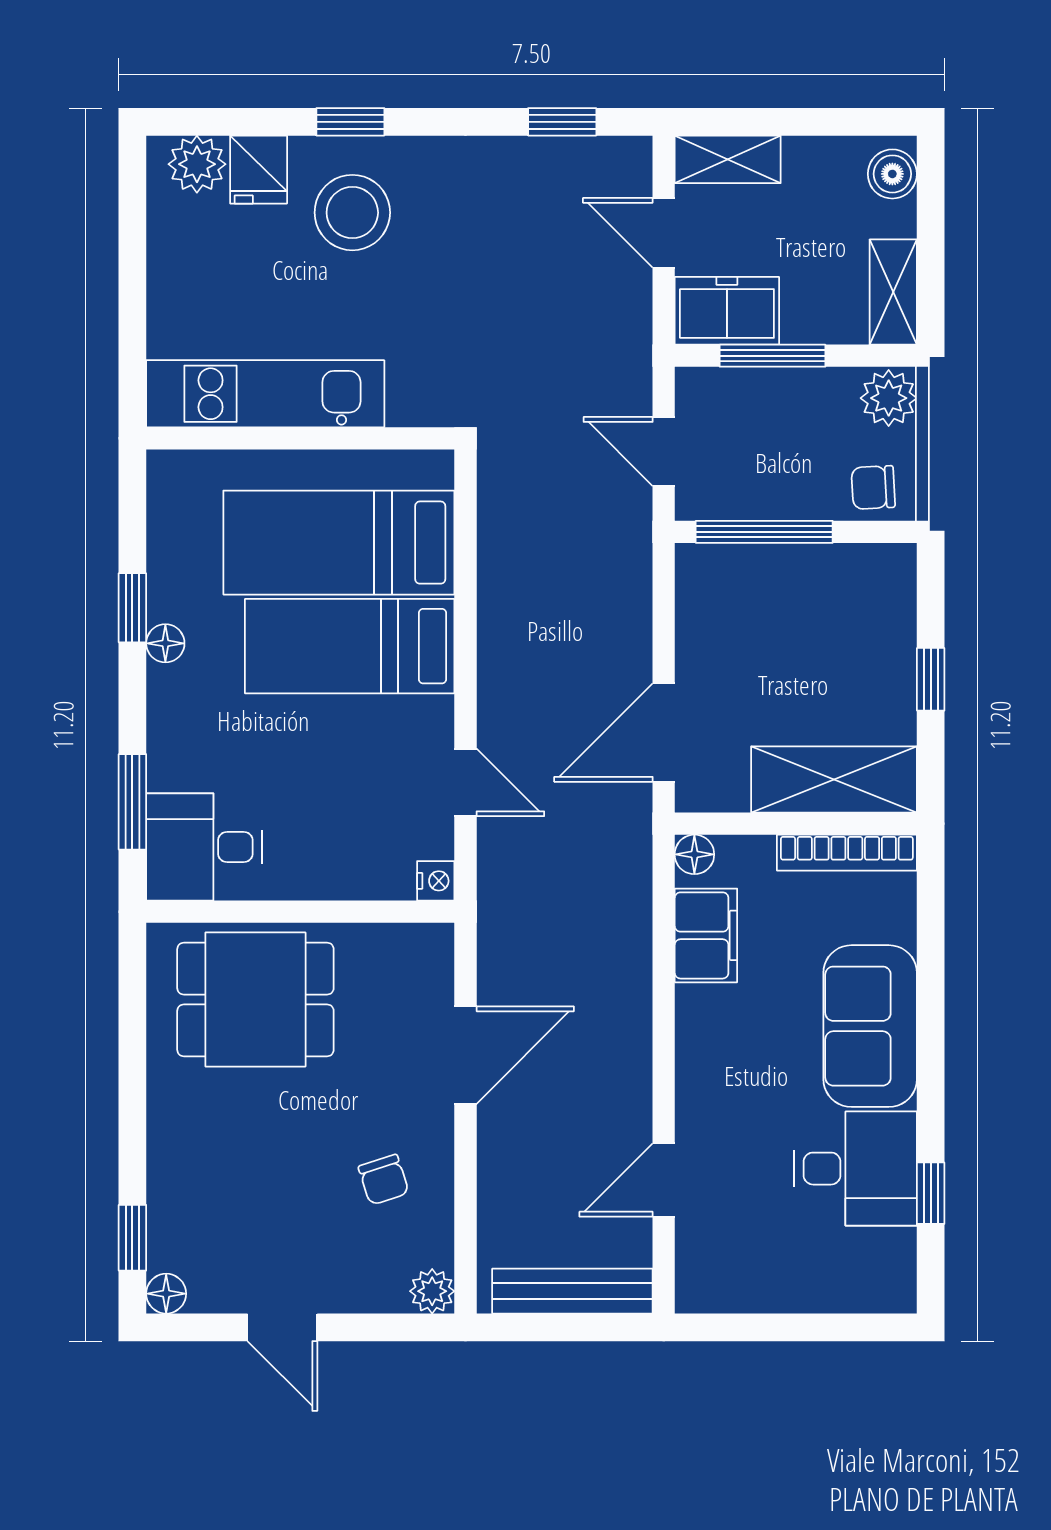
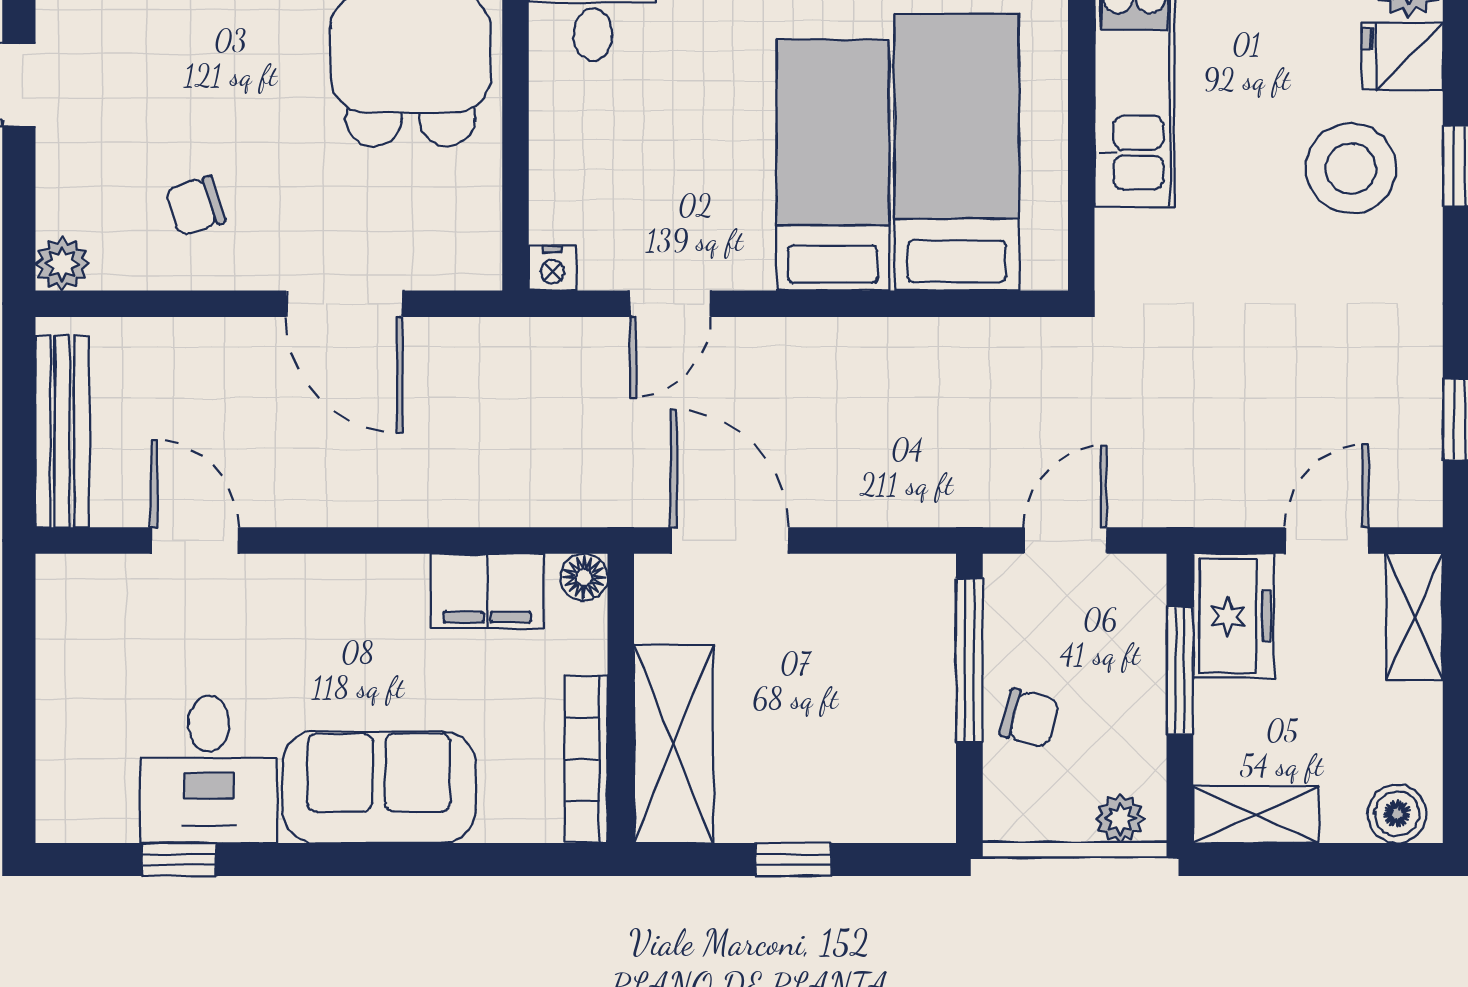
plant: (889, 398) -> (1120, 819), width x0.73, depth x0.73
chair: (873, 487) -> (1029, 718), moved, turned 108

